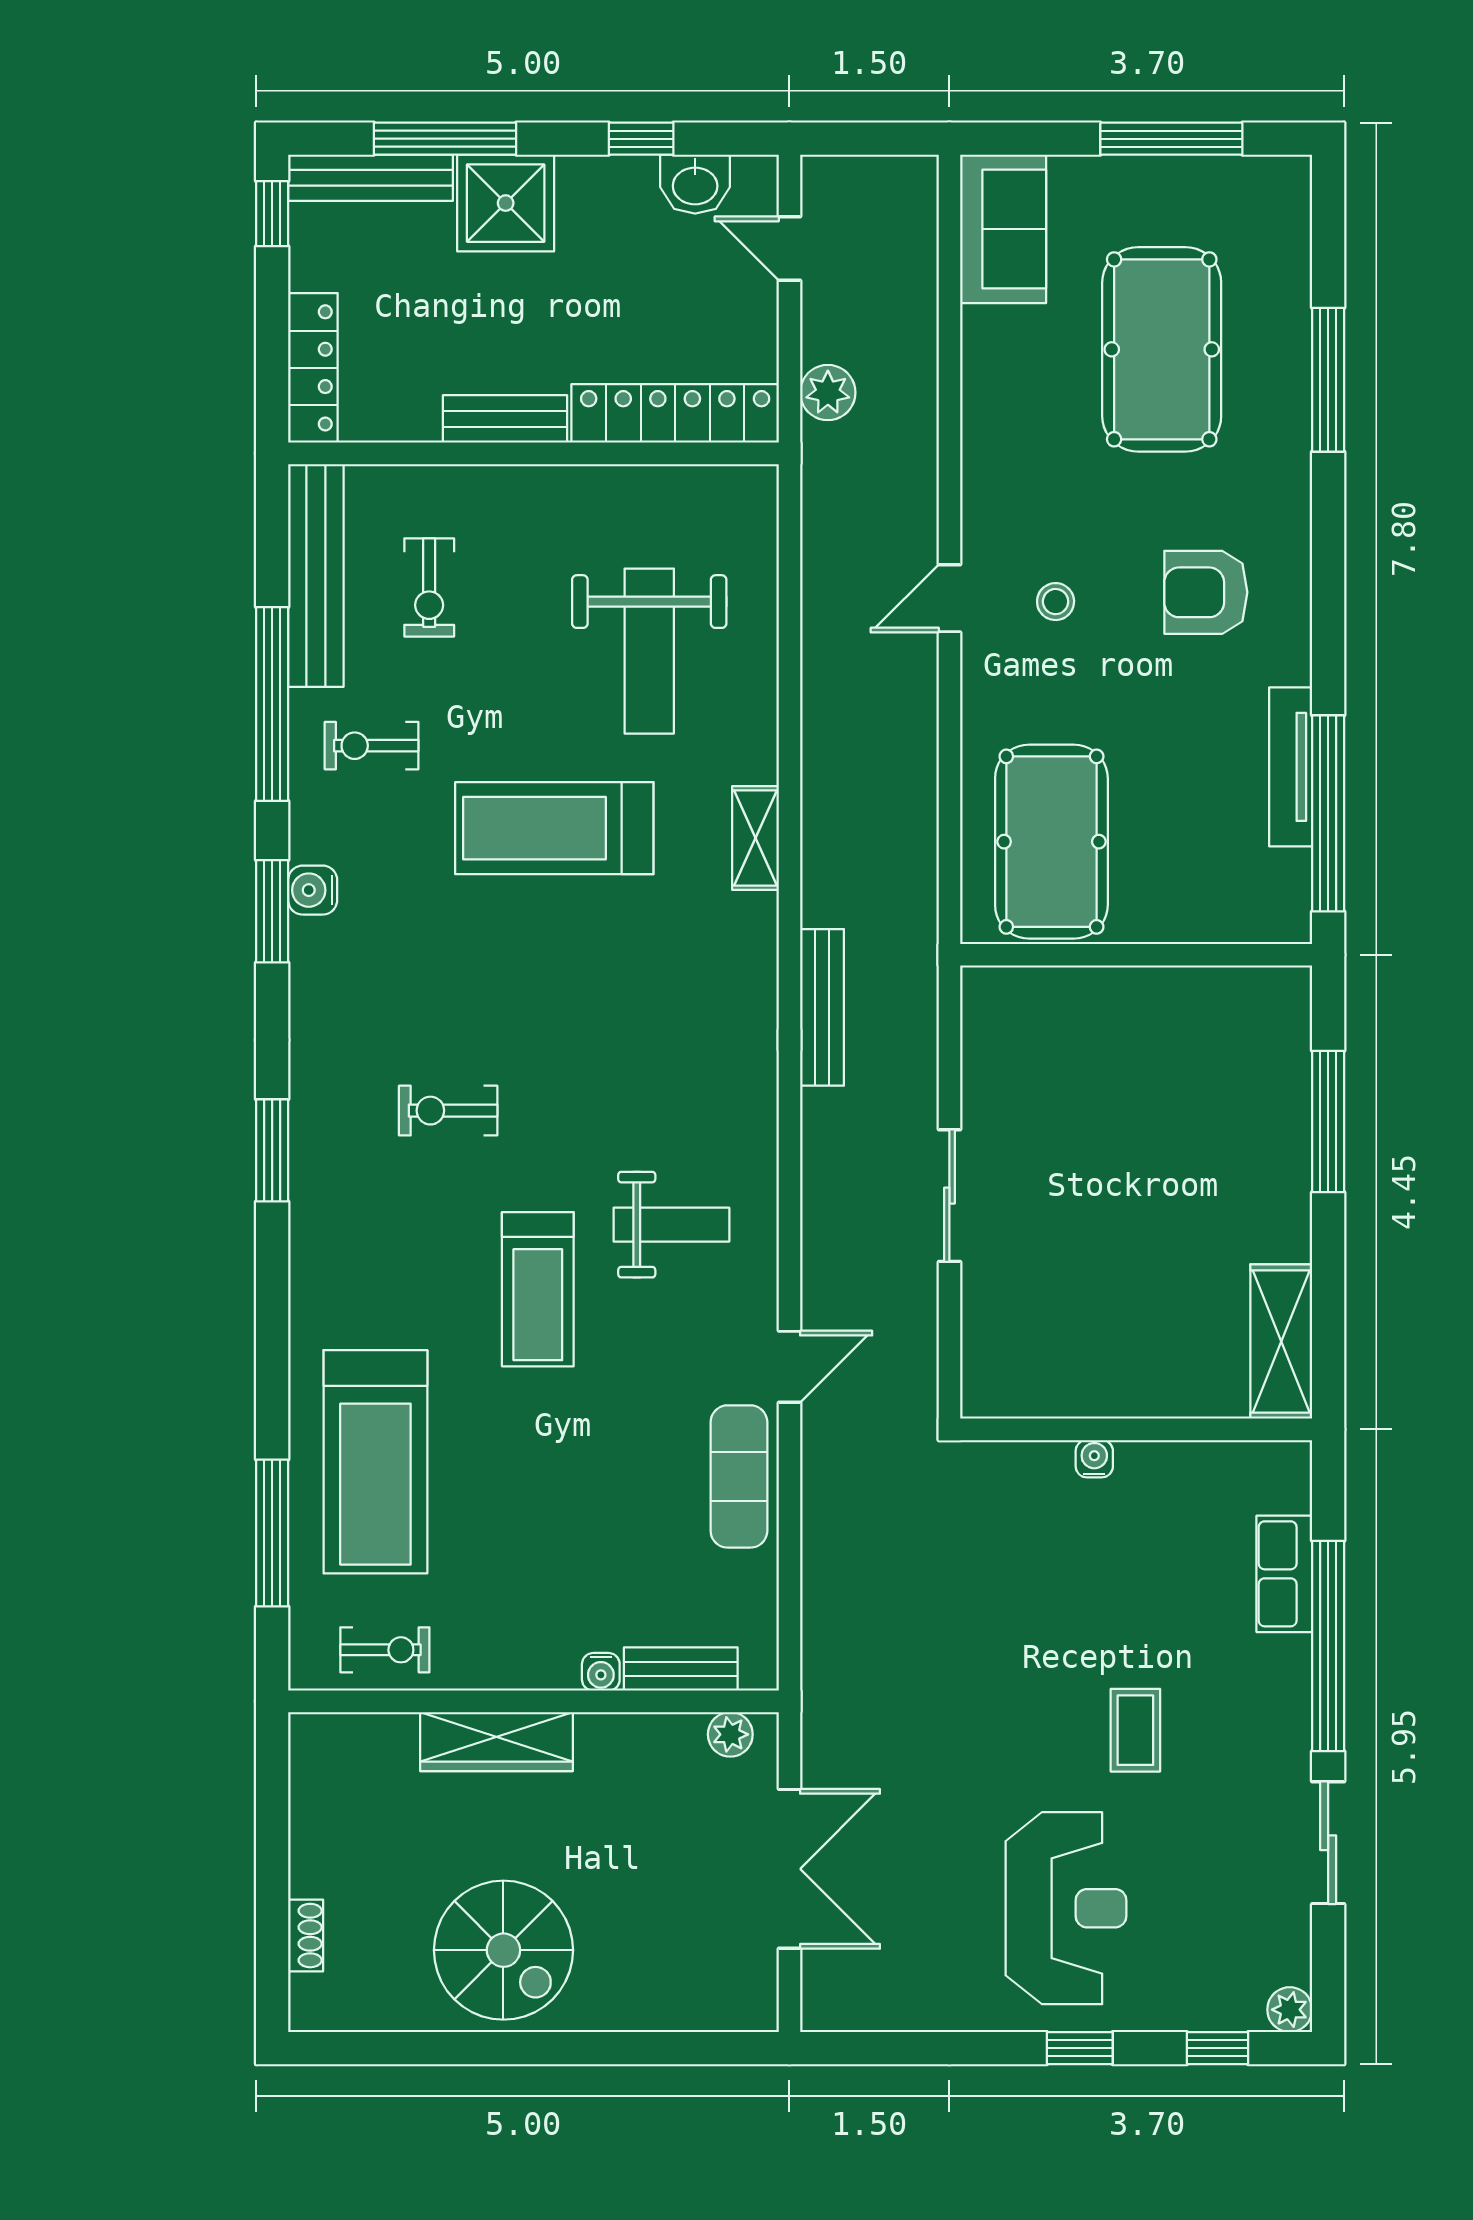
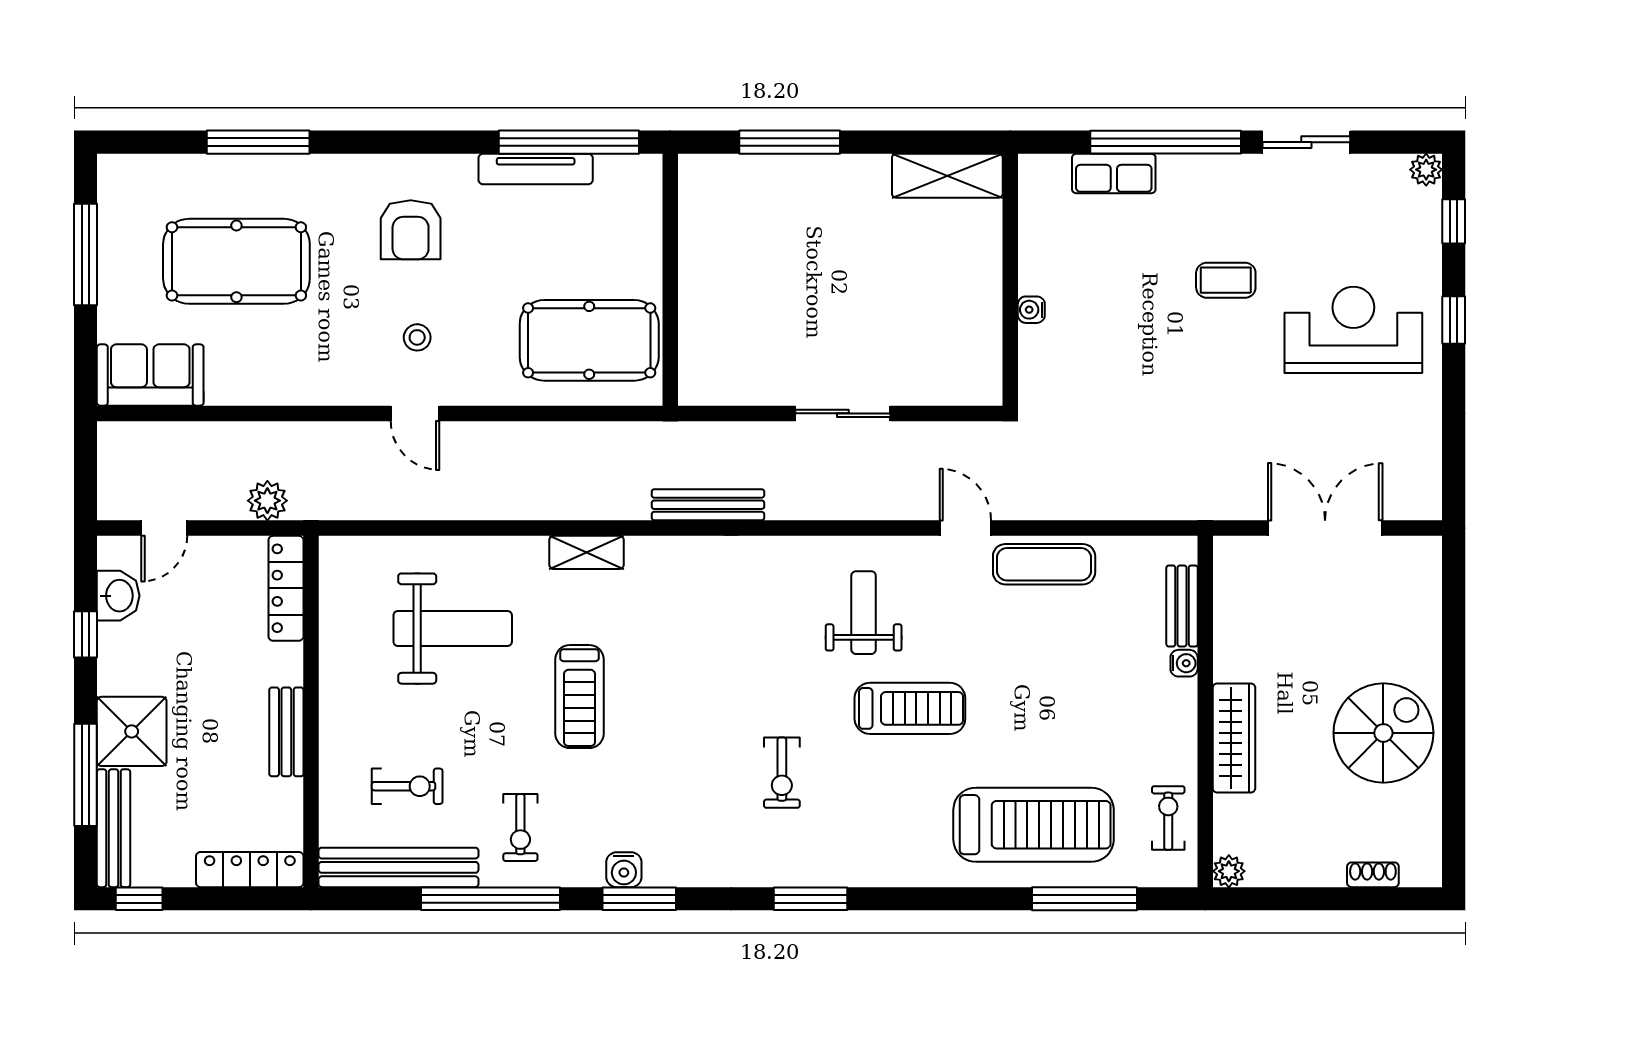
locker: (675, 413) -> (286, 588), width x0.71, depth x0.83
treadmill: (554, 828) -> (579, 697), width x0.73, depth x0.73
plant: (730, 1734) -> (1229, 871), moved

